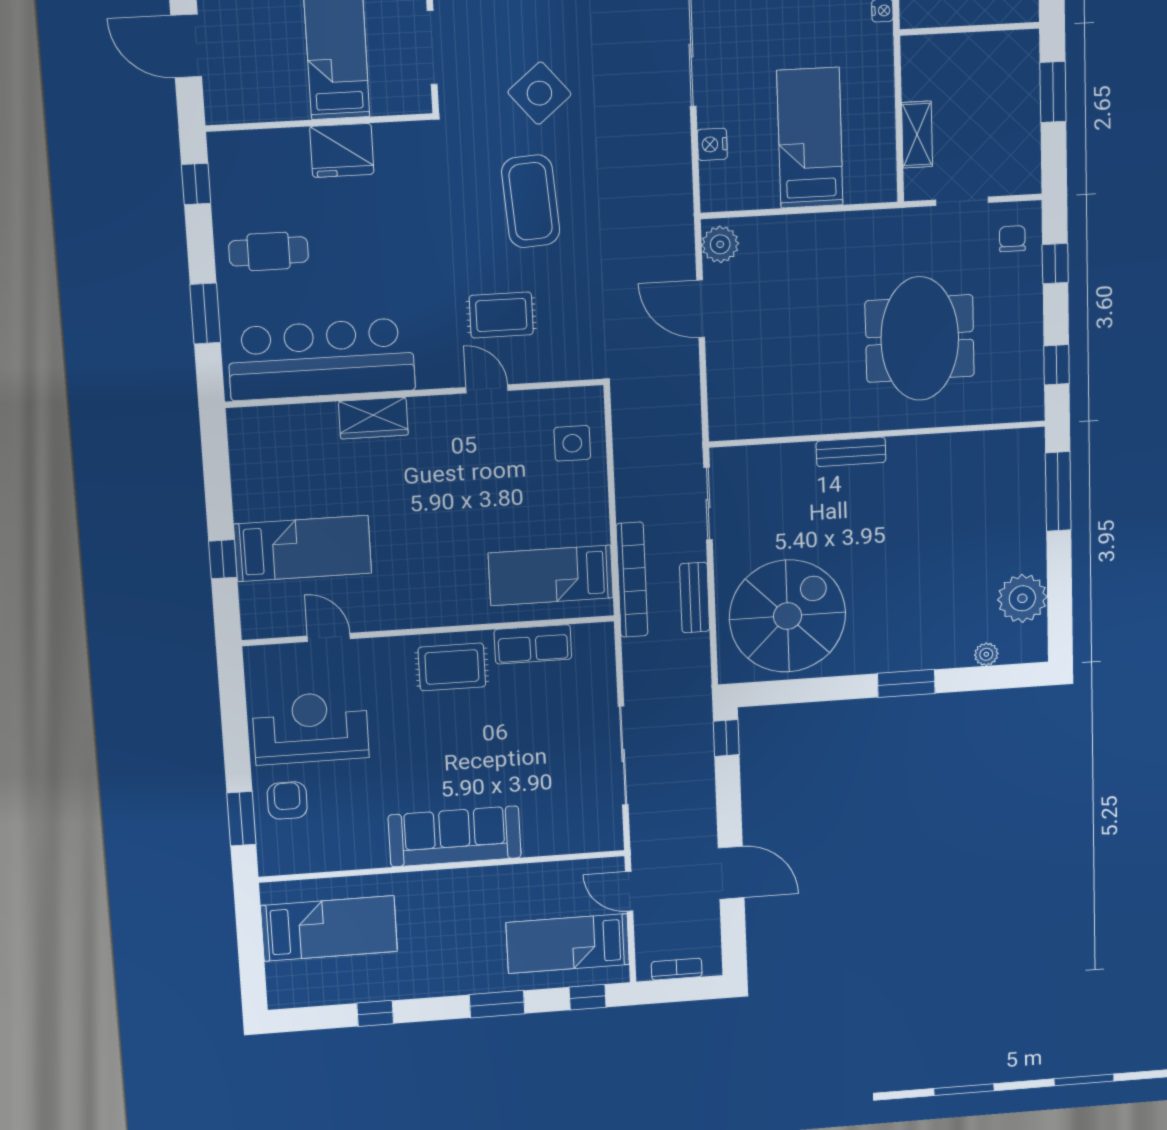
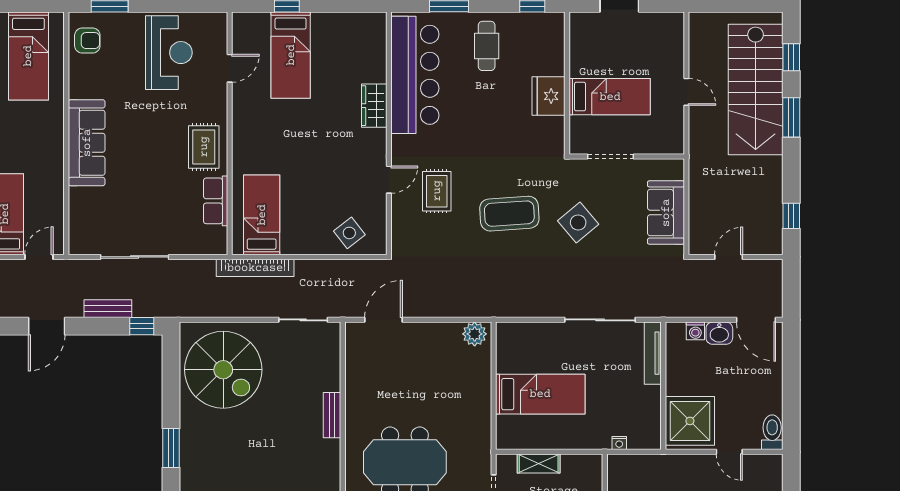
nightstand: (712, 144) -> (540, 331), removed
door: (701, 309) -> (384, 320), moved
side table: (572, 443) -> (349, 233), turned -38
bench: (695, 598) -> (108, 309), moved
armchair: (287, 800) -> (87, 41), moved

